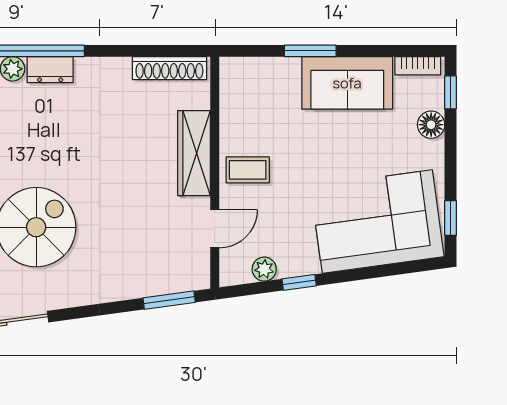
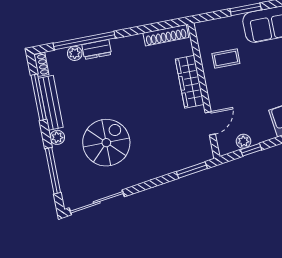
coffee table: (248, 170) -> (226, 58), moved
window: (299, 282) -> (251, 150), moved

